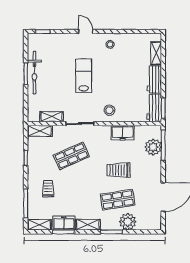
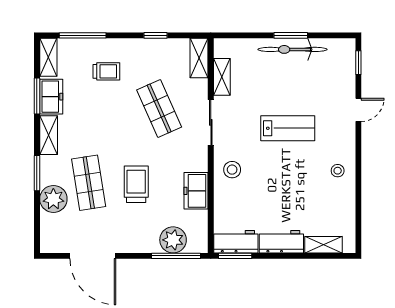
door: (86, 32) -> (358, 110), moved

